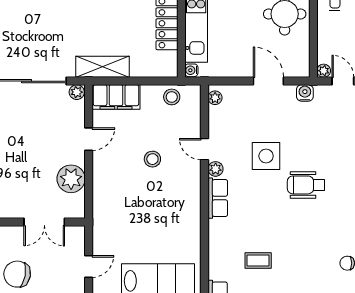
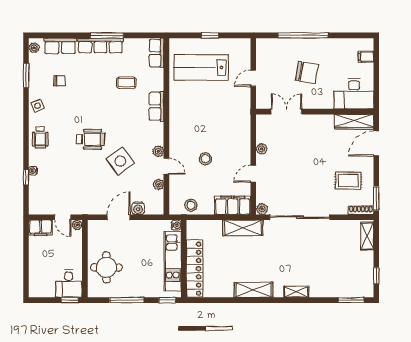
door: (268, 81) -> (119, 217), swing flipped
water cooler: (305, 93) -> (138, 208), moved
plant: (215, 98) -> (159, 184), moved
side table: (266, 156) -> (120, 161), turned -37
plant: (71, 179) -> (262, 149), width x0.53, depth x0.53
row of seats: (218, 198) -> (156, 106), moved

